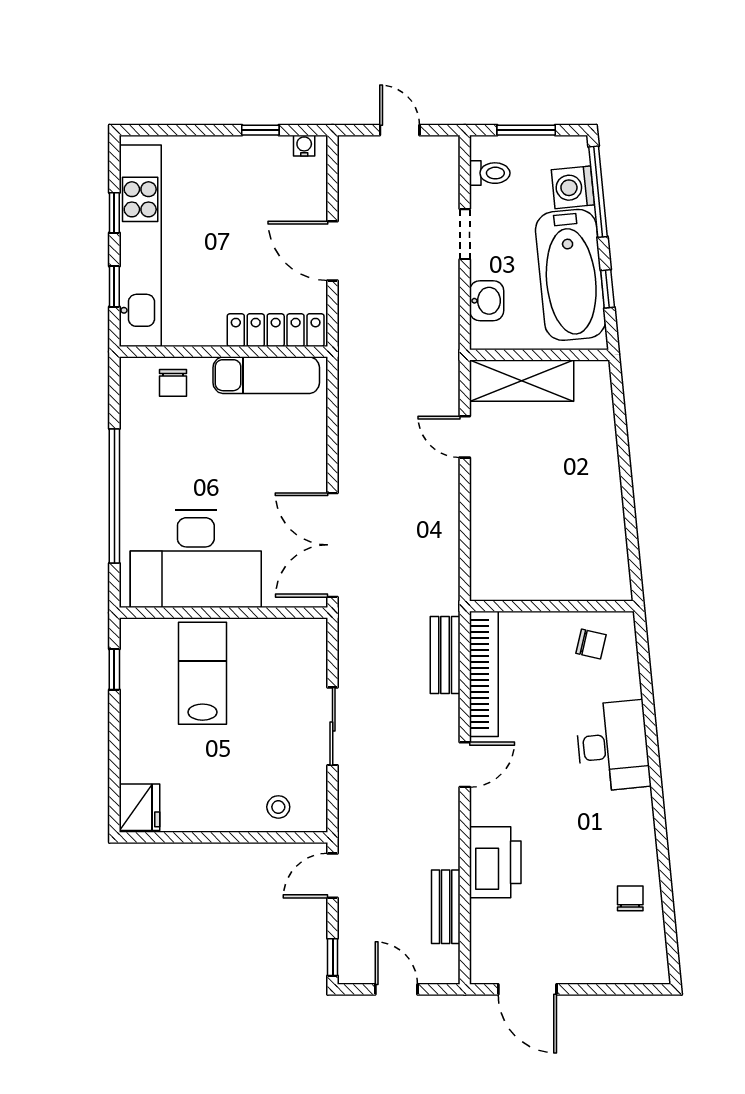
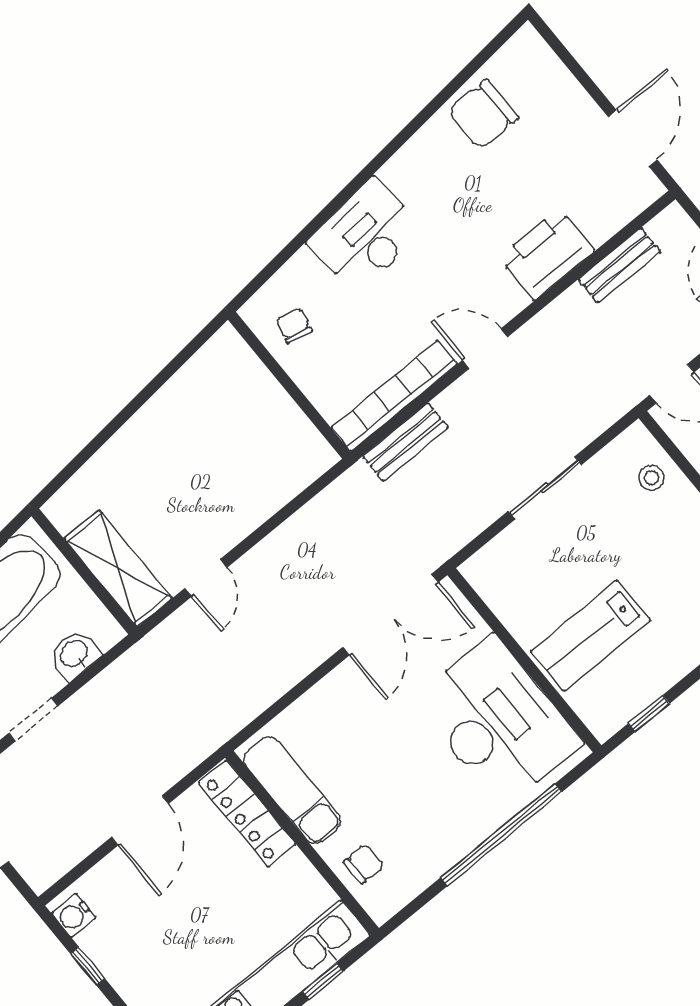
water cooler: (304, 146) -> (74, 915), width x1.38, depth x1.38
chair: (630, 898) -> (483, 114), width x1.87, depth x1.87

